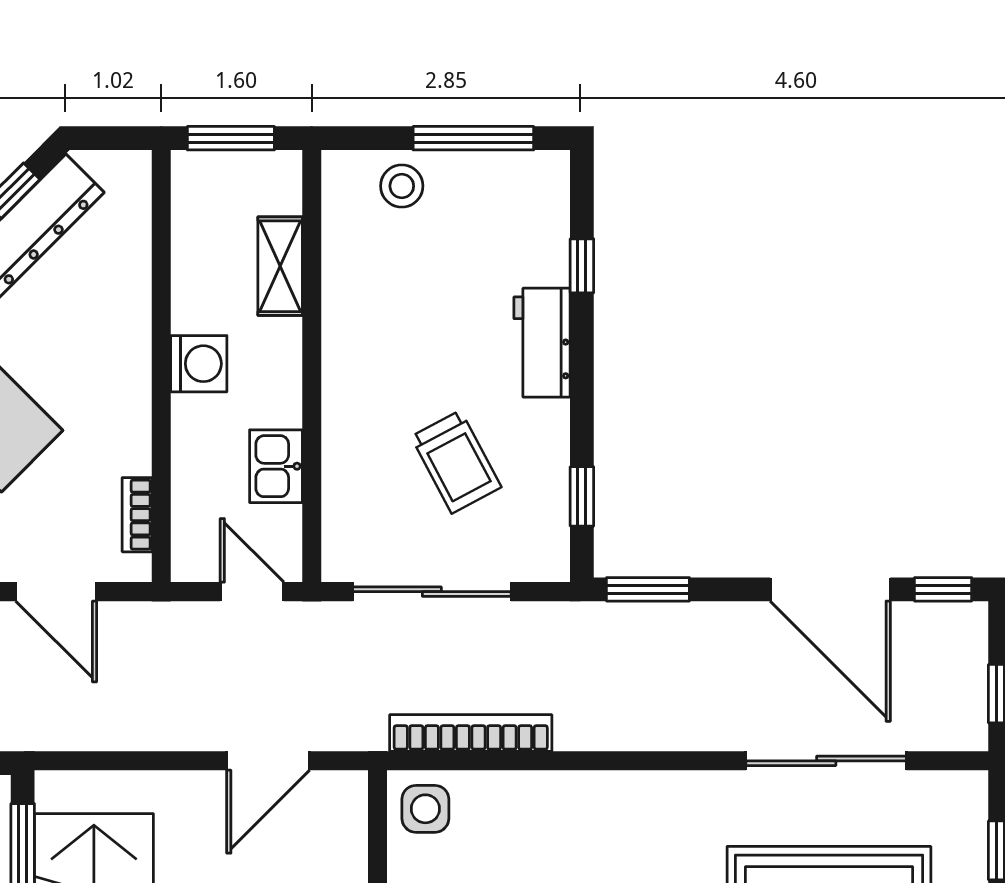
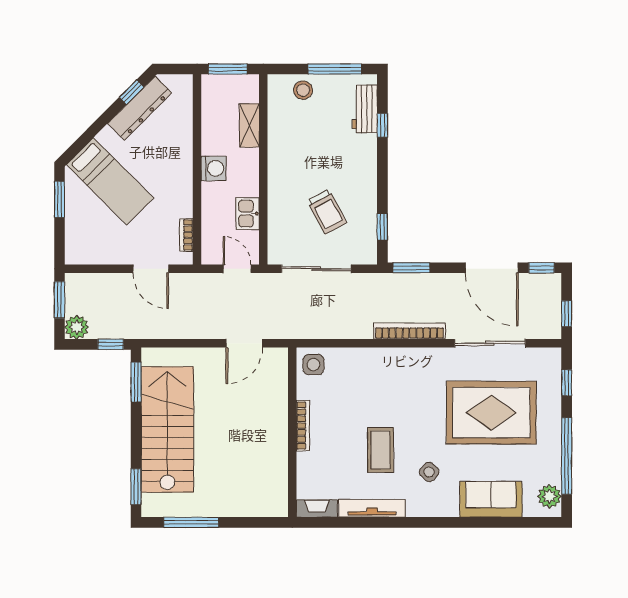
workbench: (542, 343) -> (365, 109), moved
bookcase: (471, 733) -> (409, 331), moved

